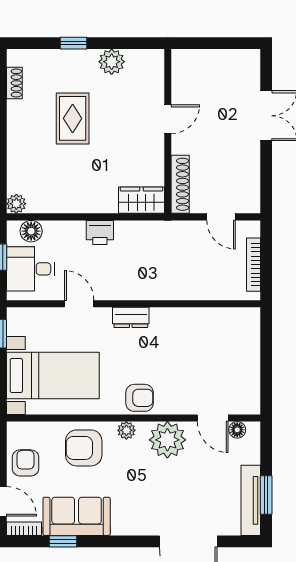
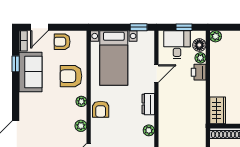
plant: (53, 229) -> (200, 58), added
printer: (100, 232) -> (199, 72), moved
plant: (175, 316) -> (149, 130), added
plant: (167, 440) -> (81, 126), width x0.53, depth x0.53
armchair: (84, 448) -> (71, 76), turned -90
armchair: (25, 463) -> (62, 42), turned 180

